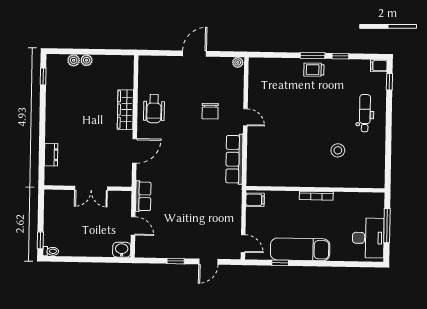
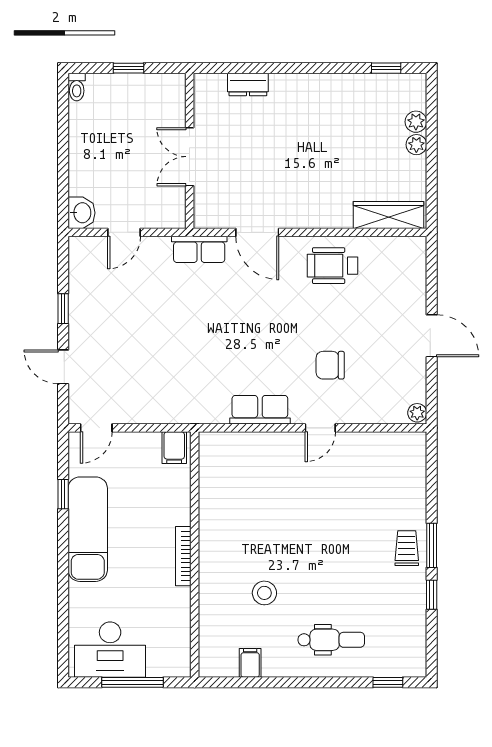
filing cabinet: (379, 66) -> (250, 663), moved
wardrobe: (125, 110) -> (389, 215), moved
row of seats: (234, 159) -> (260, 410), width x0.68
row of seats: (143, 196) -> (199, 249), moved
window: (40, 240) -> (128, 68), moved

